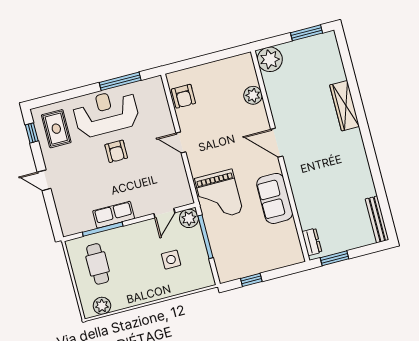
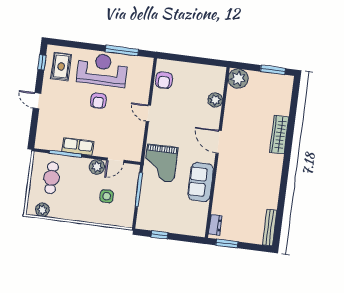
plant: (189, 218) -> (97, 167), moved

